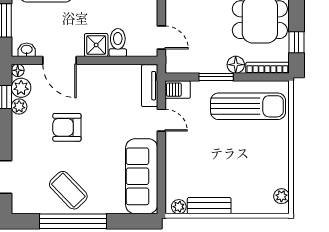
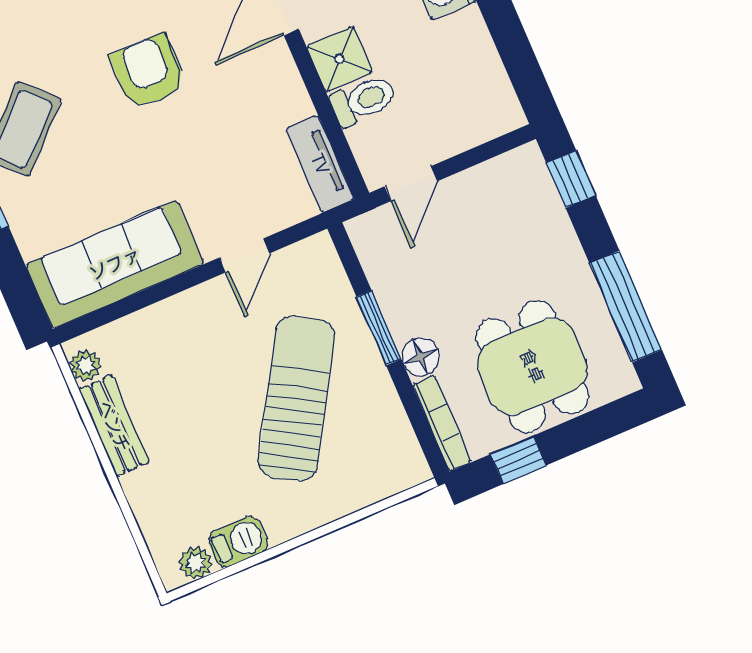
tv unit: (150, 86) -> (320, 164), moved, turned -90
barbecue: (178, 90) -> (238, 542), moved, turned 90
sun lounger: (248, 106) -> (296, 398), moved, turned -149

